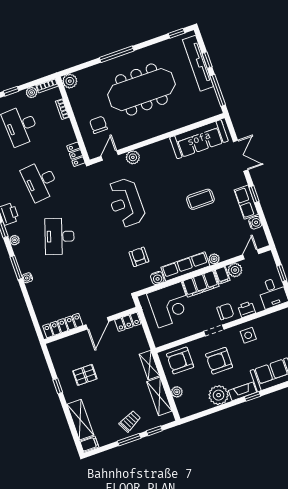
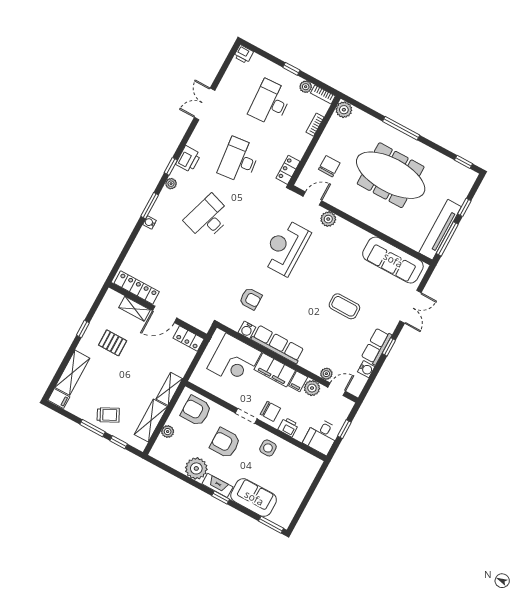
tv unit: (198, 63) -> (440, 230), moved
armchair: (139, 257) -> (251, 299), turned 90
plant: (214, 259) -> (326, 374), moved
shelving: (75, 340) -> (134, 309), added

